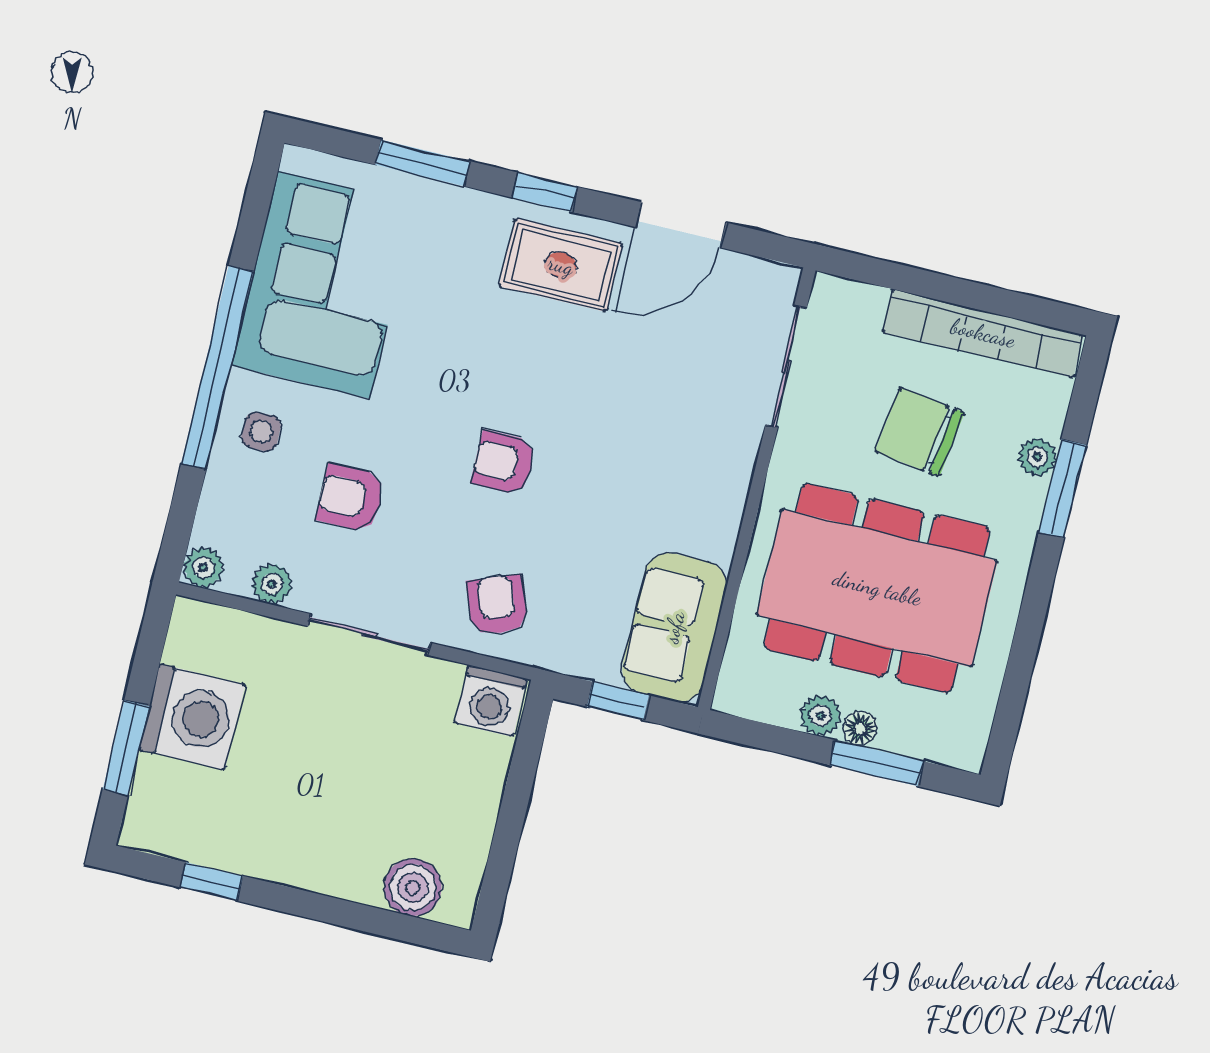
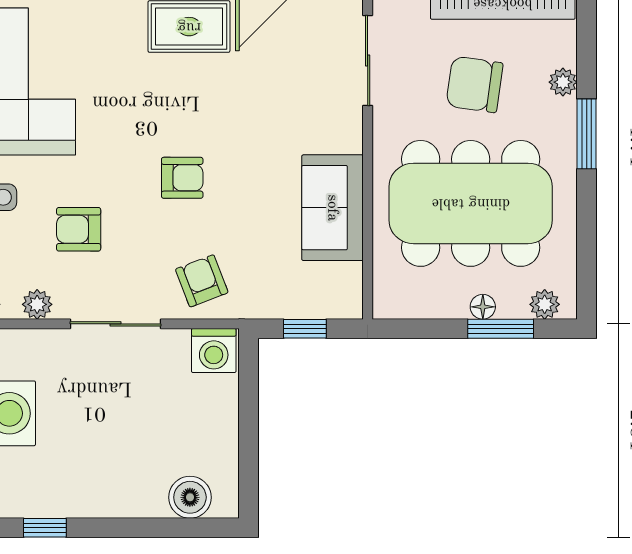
armchair: (504, 463) -> (182, 178), turned 180
window: (1063, 489) -> (587, 134), moved
sofa: (674, 627) -> (332, 208), moved
plant: (821, 716) -> (545, 304), moved

